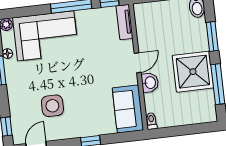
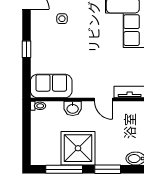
door: (138, 63) -> (103, 100), moved
side table: (52, 106) -> (62, 19), width x0.54, depth x0.54

